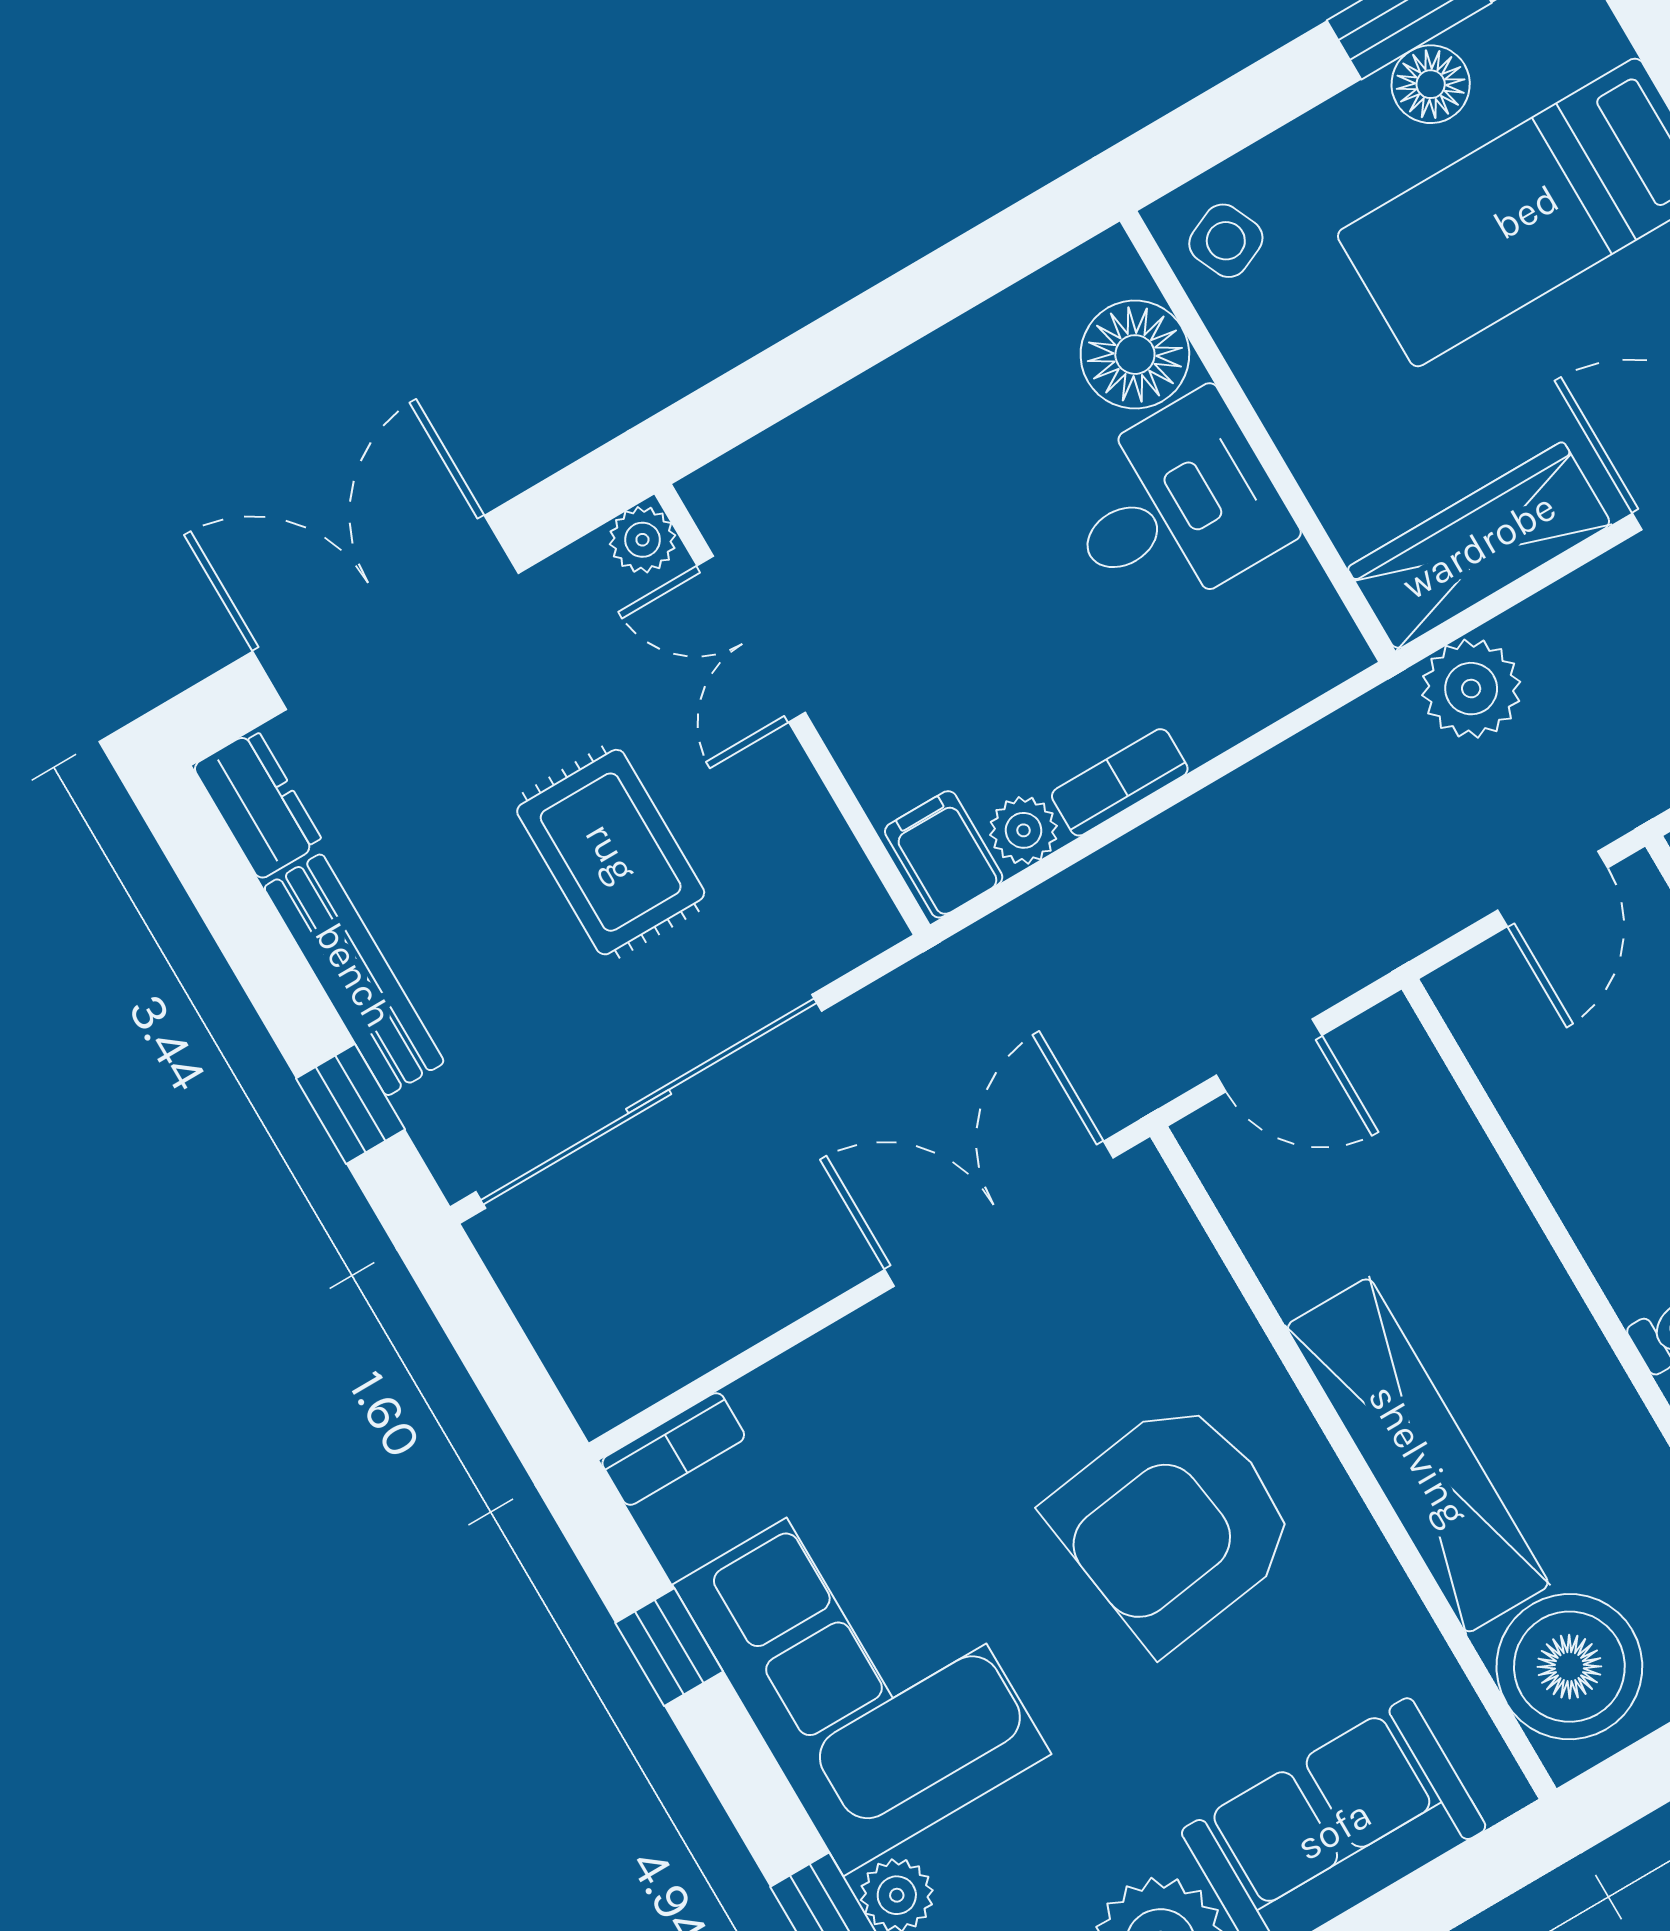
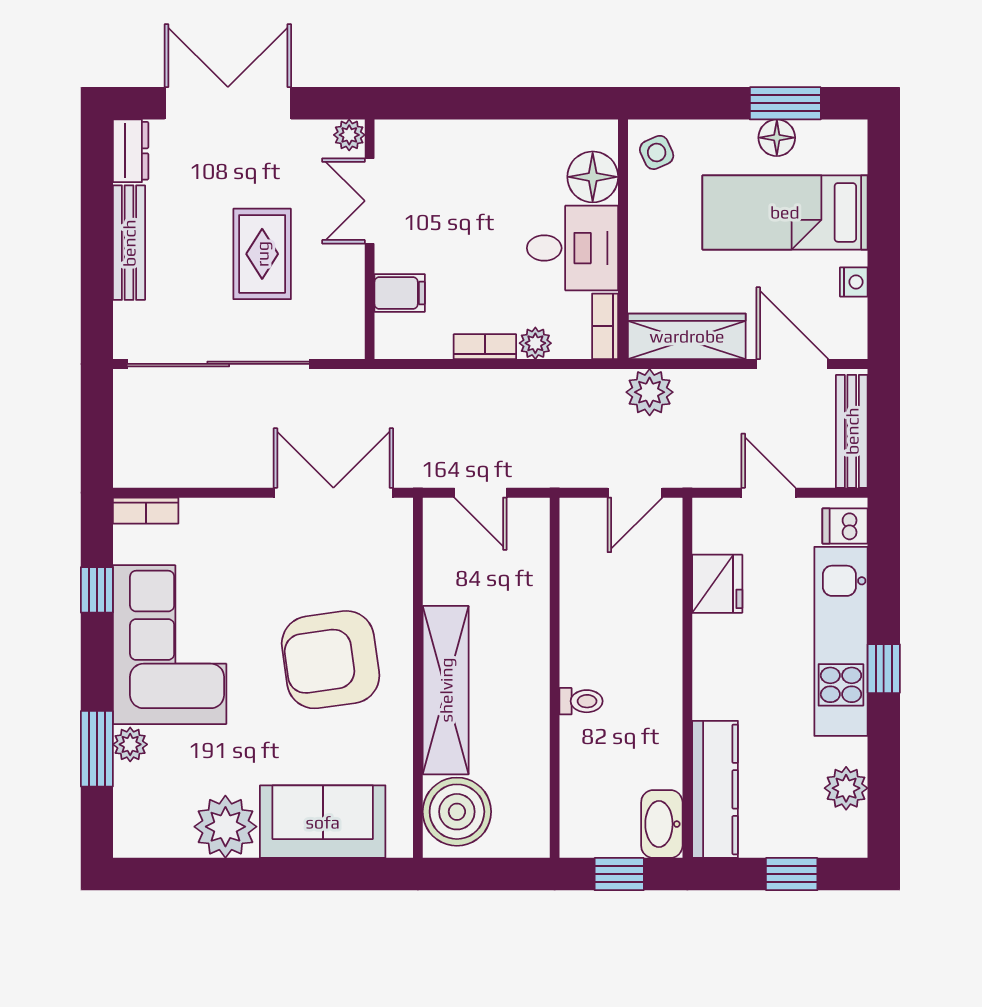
bookcase: (1319, 616) -> (605, 326), added
plant: (1024, 830) -> (535, 343), moved
filing cabinet: (944, 854) -> (400, 293), moved, turned 90
window: (350, 1104) -> (97, 294), removed

